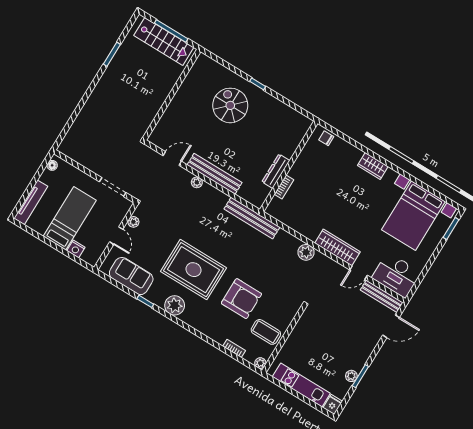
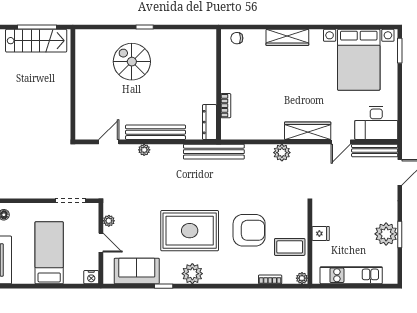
wardrobe: (373, 166) -> (287, 37), width x1.50
dresser: (276, 171) -> (210, 122), moved
nightstand: (76, 249) -> (91, 277), moved
plant: (351, 376) -> (386, 234), width x1.88, depth x1.88
fridge: (333, 404) -> (321, 234), moved, turned 90

